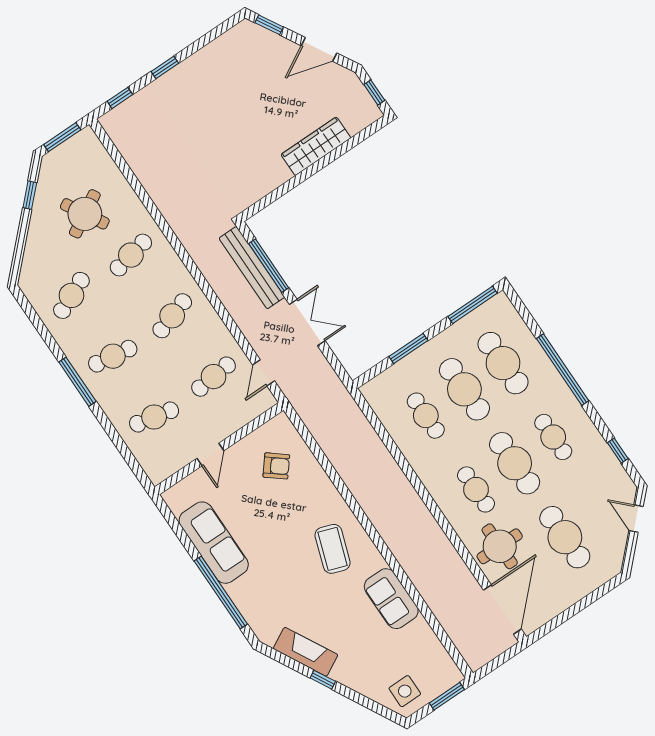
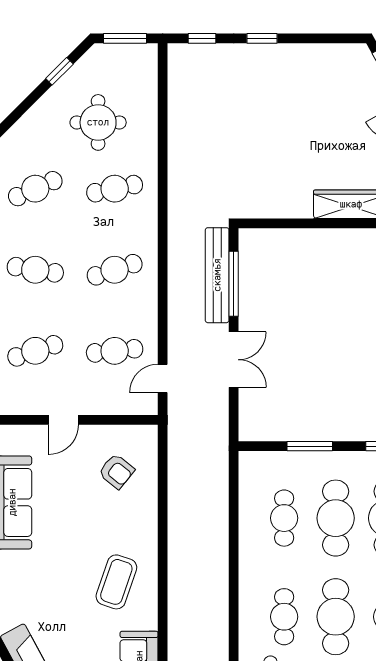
round table: (85, 214) -> (98, 122), turned 30
cafe table: (154, 417) -> (35, 351), turned -30

